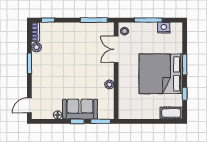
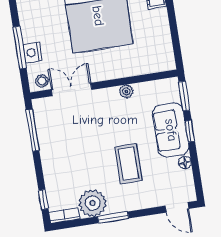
nightstand: (164, 28) -> (32, 52), moved
plant: (36, 47) -> (93, 203), width x1.87, depth x1.87
double door: (116, 49) -> (72, 90), swing flipped
coffee table: (63, 79) -> (129, 164), added

